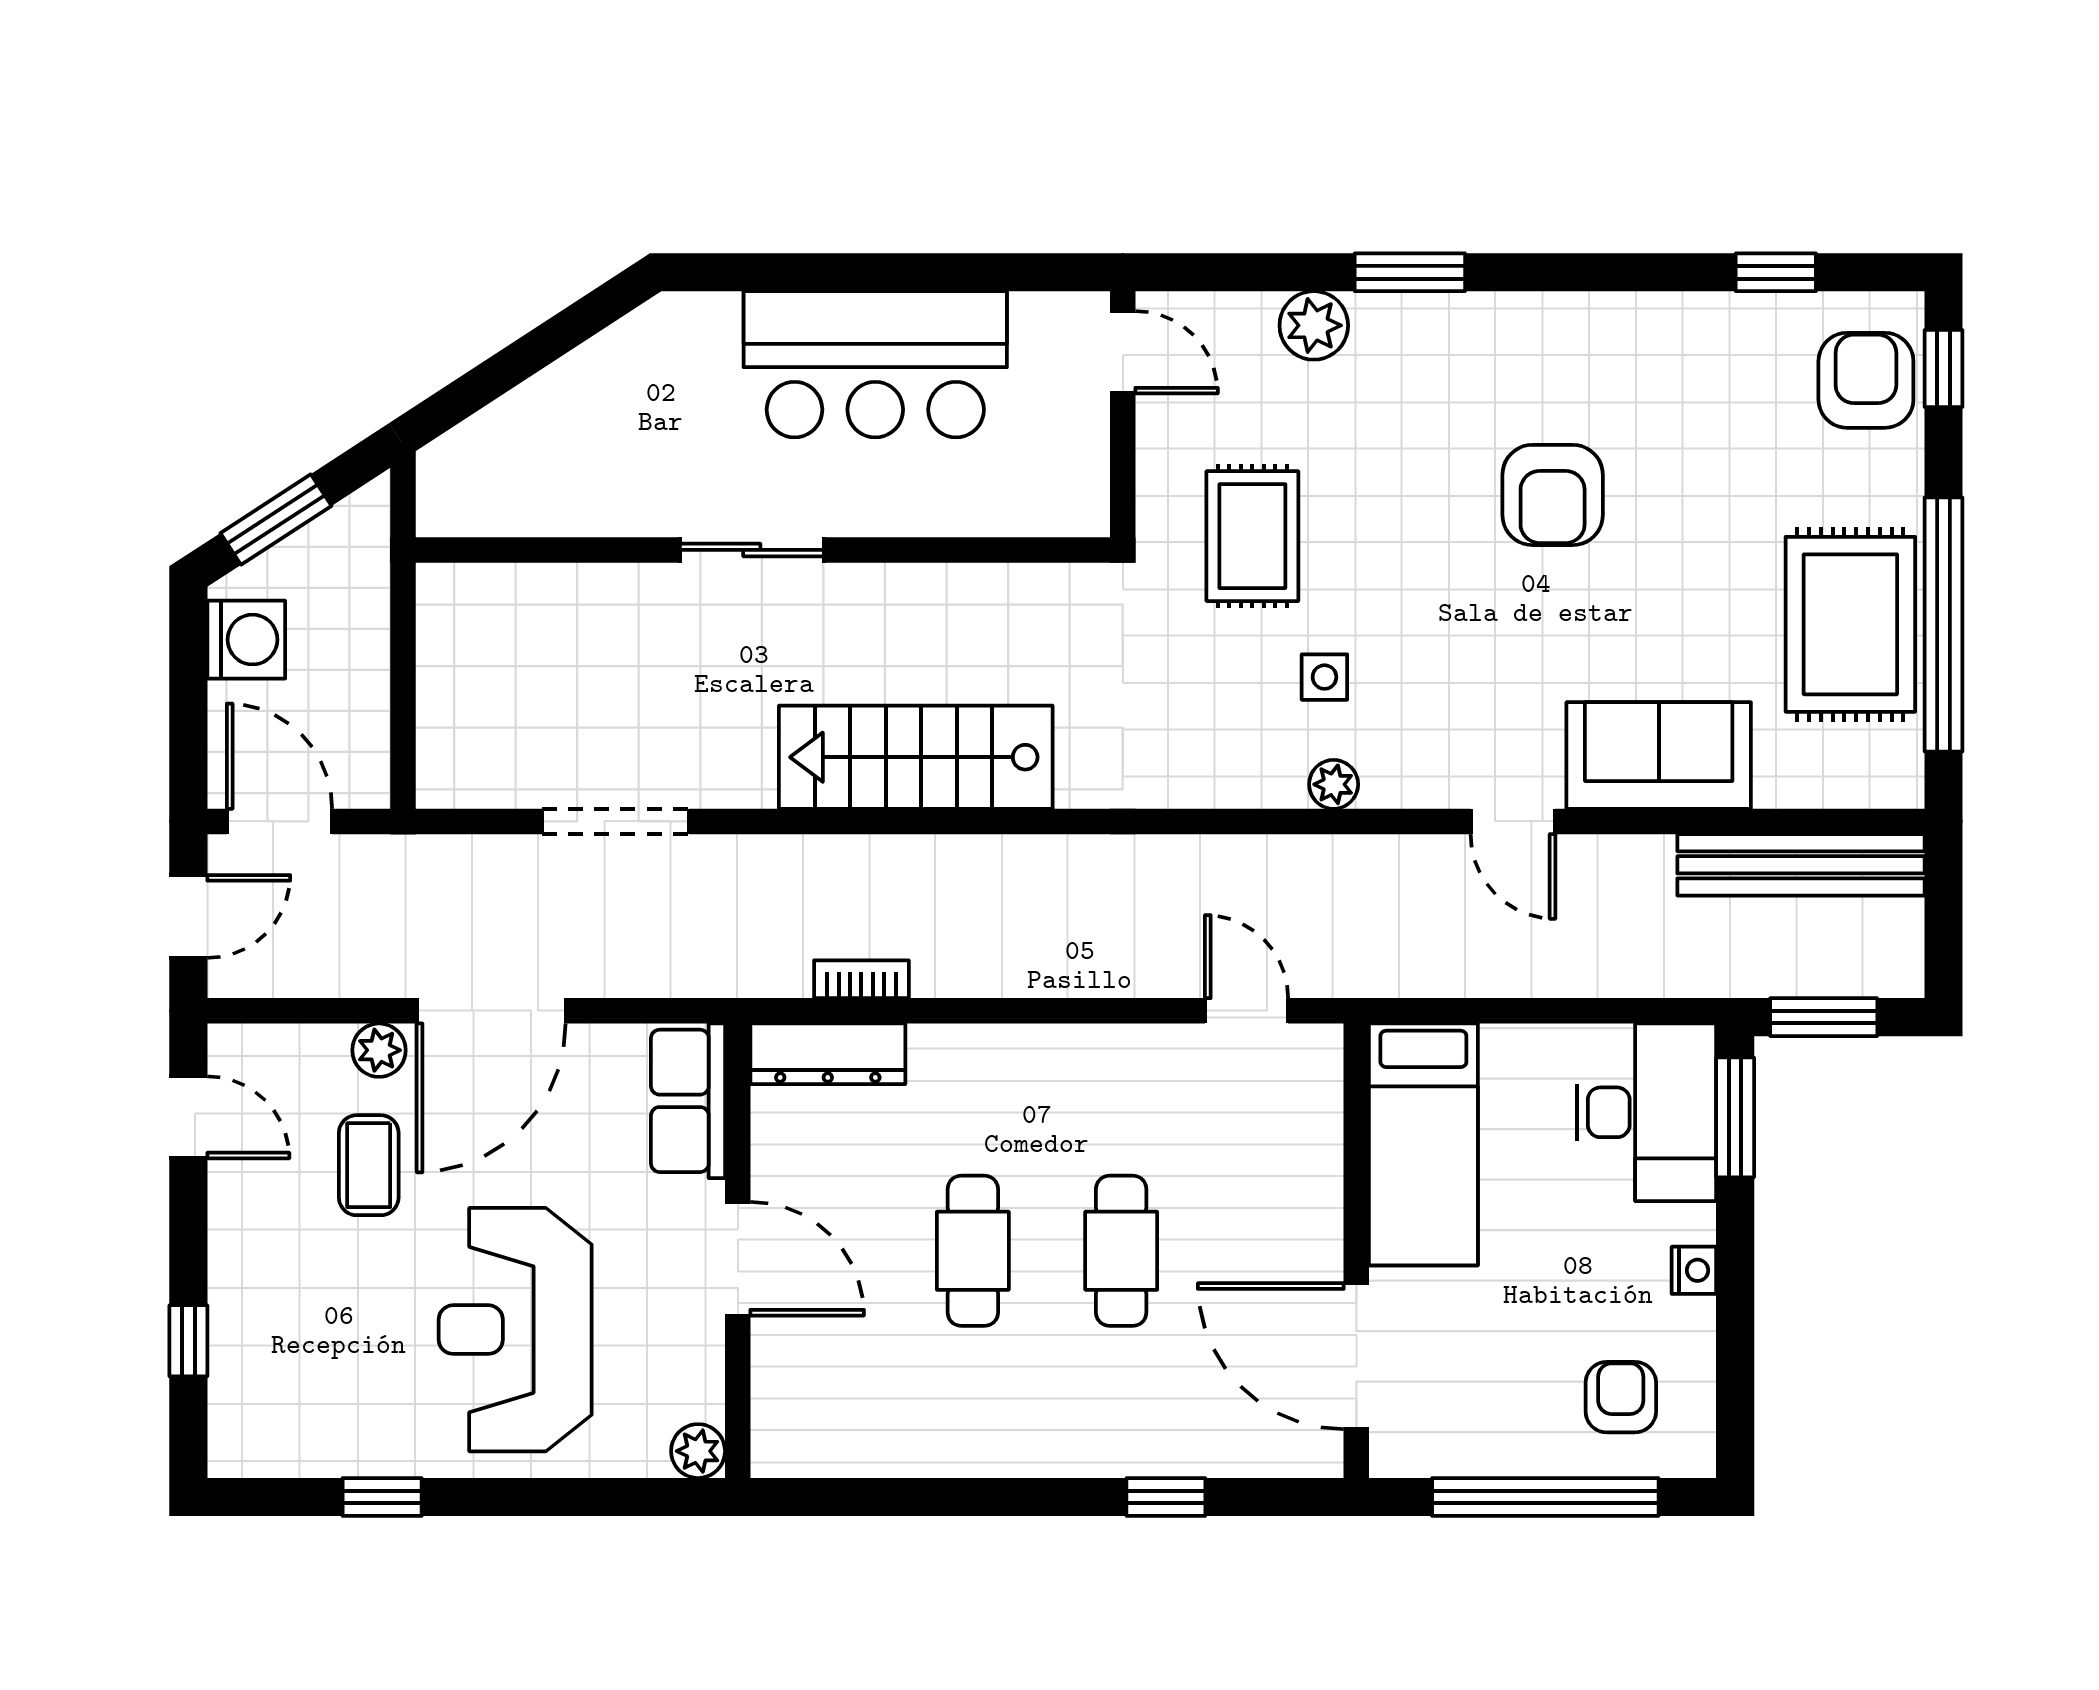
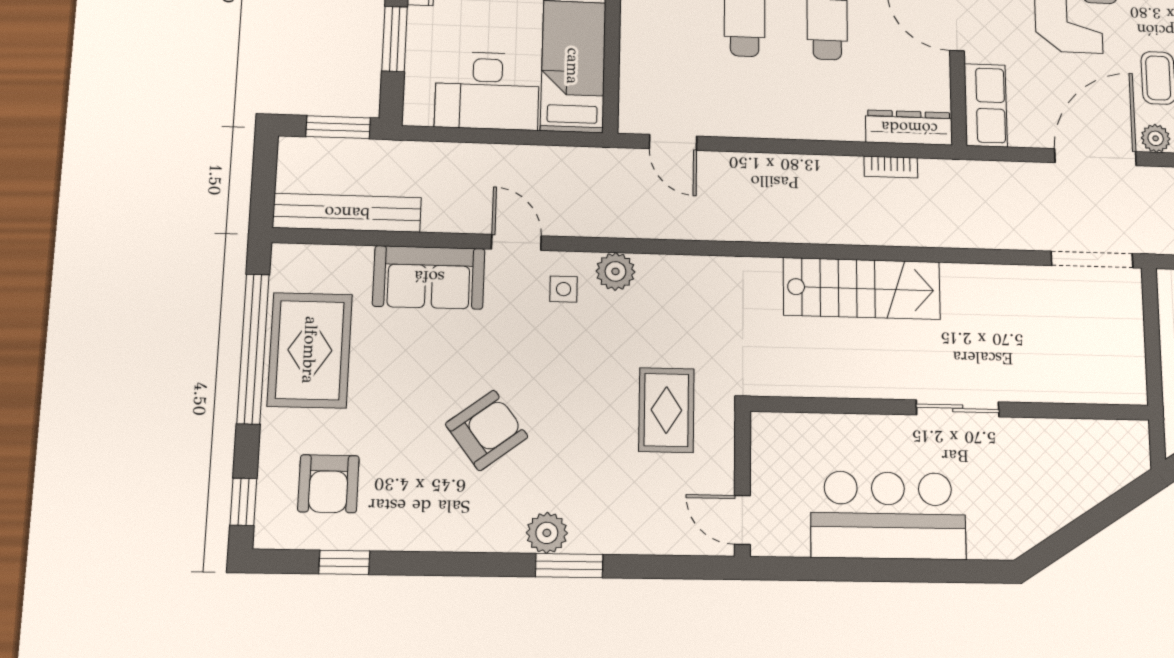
plant: (1314, 325) -> (547, 533), moved
armchair: (1866, 380) -> (328, 484), moved
armchair: (1553, 495) -> (487, 430), turned 53
side table: (1324, 677) -> (563, 289), moved
plant: (1334, 784) -> (615, 271), width x1.38, depth x1.38
doorway: (616, 821) -> (1092, 260), moved
desk: (1646, 1112) -> (487, 91), moved, turned -90
window: (1735, 1117) -> (395, 39), moved

